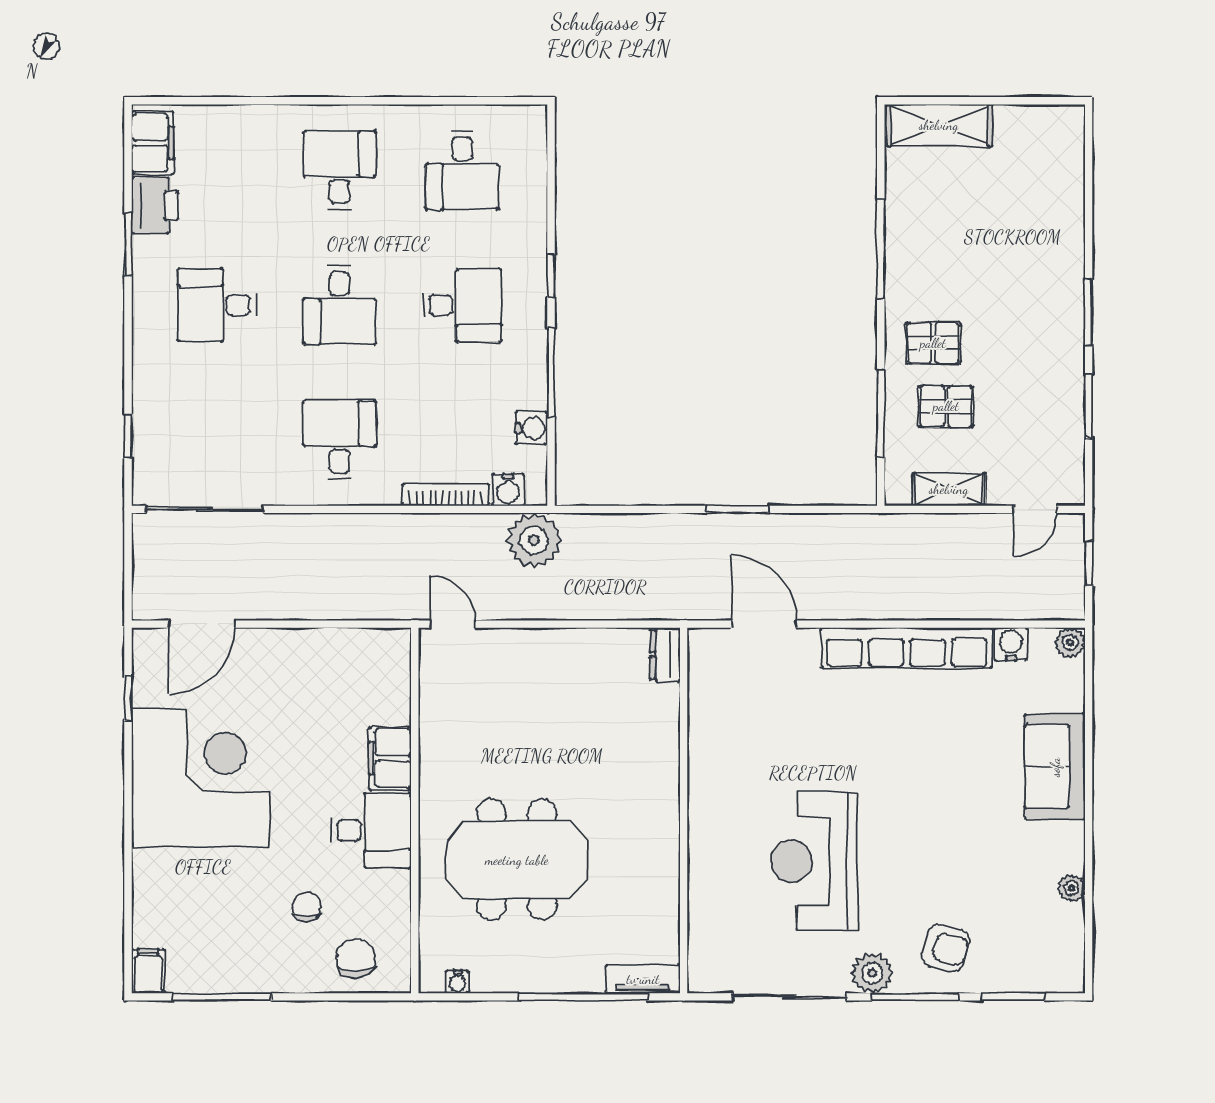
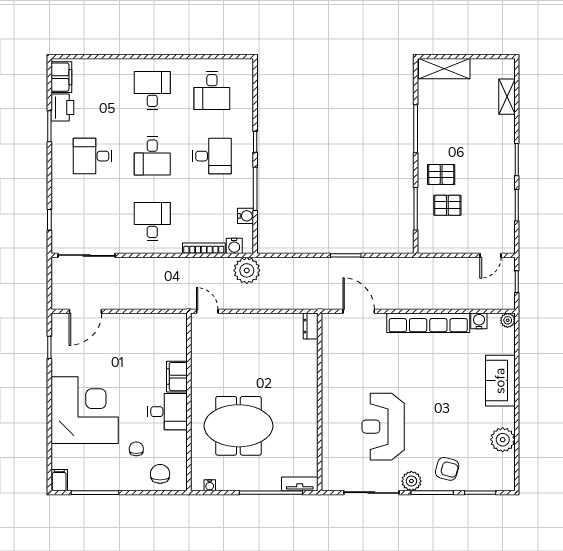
shelving: (949, 489) -> (507, 97), moved, turned 90
corner desk: (200, 778) -> (85, 410), moved
plant: (1072, 888) -> (503, 440), width x1.88, depth x1.88

